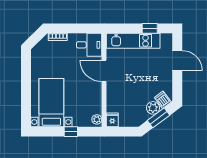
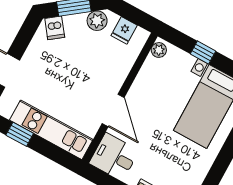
plant: (153, 108) -> (97, 21), moved
fridge: (112, 120) -> (124, 30), moved

